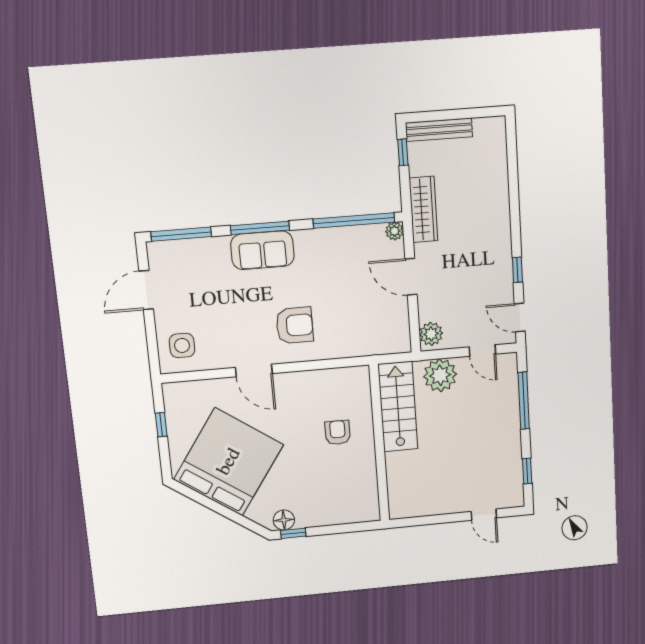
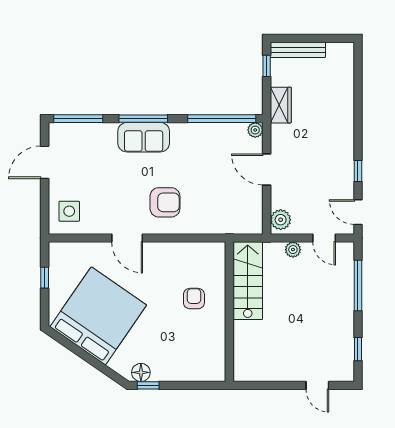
wardrobe: (423, 209) -> (281, 105), width x0.67
plant: (440, 375) -> (293, 250), width x0.53, depth x0.53

